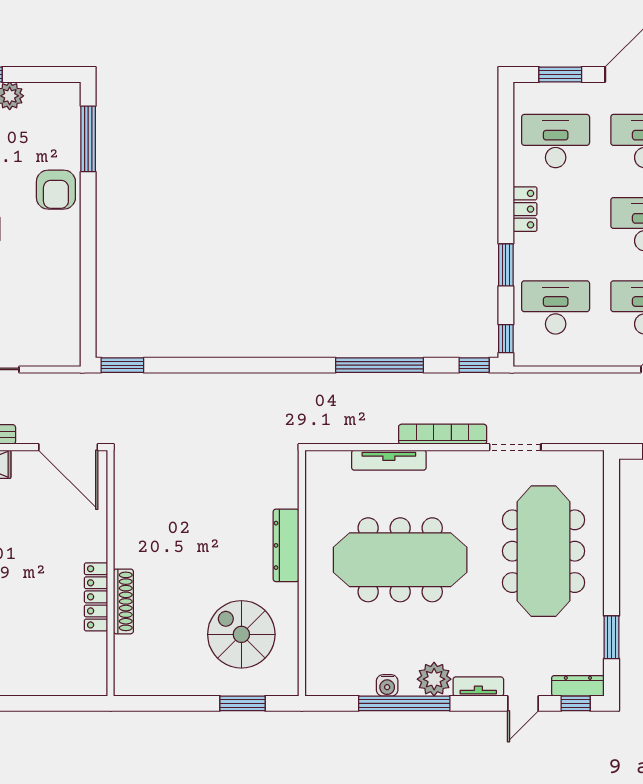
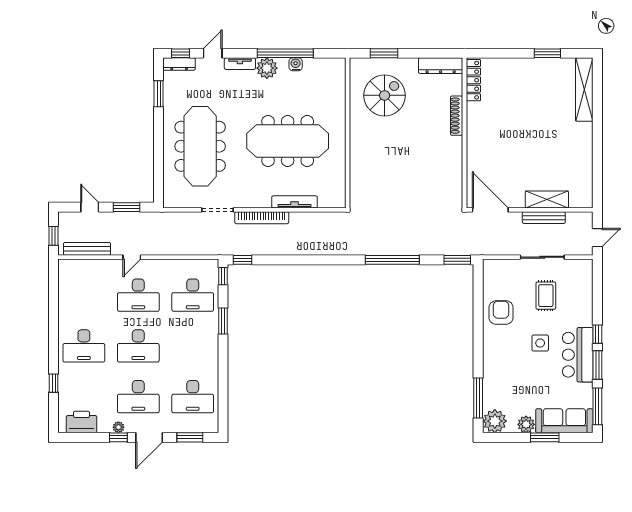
plant: (61, 101) -> (495, 421), added
armchair: (56, 190) -> (501, 313), moved
locker: (525, 209) -> (211, 355), removed
window: (379, 365) -> (392, 260), moved
dresser: (286, 545) -> (441, 66), moved, turned 90
locker: (96, 597) -> (473, 80), moved
spiral stairs: (241, 634) -> (385, 95), turned -90

